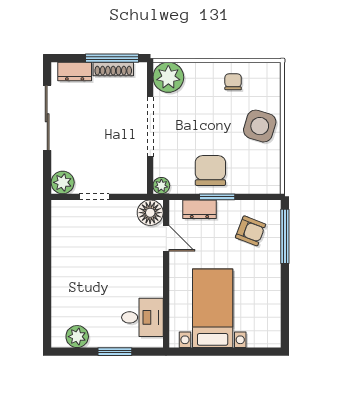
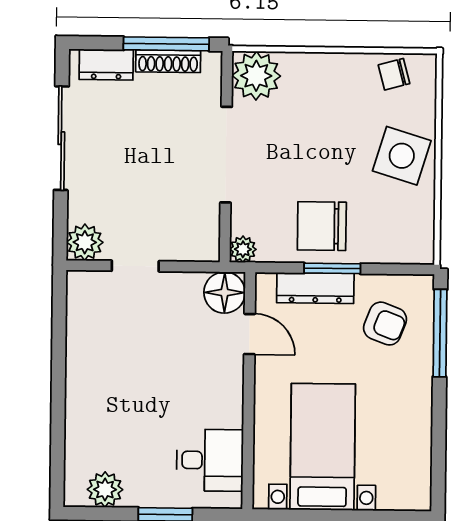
chair: (233, 82) -> (394, 74), moved, turned -105
chair: (210, 171) -> (322, 226), turned -90
dresser: (199, 209) -> (315, 288), width x1.44

